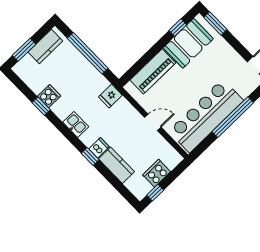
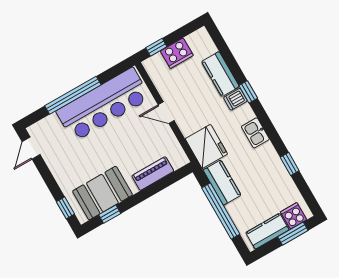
window: (215, 23) -> (65, 208), width x0.67
piano: (153, 71) -> (153, 174), width x0.73, depth x0.75
kitchen counter: (93, 77) -> (222, 183), added
cooker: (49, 96) -> (294, 216), moved, turned 90
fridge: (110, 96) -> (206, 146), width x1.88, depth x1.34
window: (155, 193) -> (156, 47), moved

